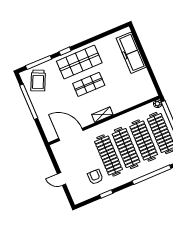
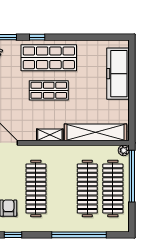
shelving: (133, 100) -> (95, 132), added
clothes rail: (126, 148) -> (62, 189), removed

